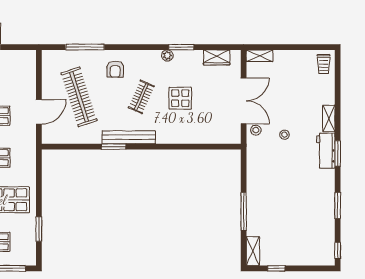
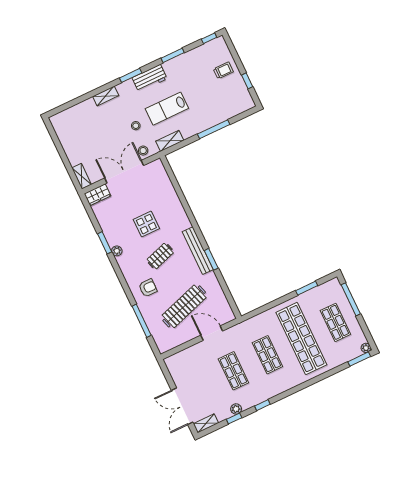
wardrobe: (217, 57) -> (97, 195), moved, turned 90
trolley: (324, 64) -> (223, 70), moved
clothes rail: (141, 97) -> (160, 256), turned -42
workbench: (326, 151) -> (150, 78), moved
lab bench: (287, 174) -> (167, 109), added
shelving: (253, 251) -> (170, 141), moved

